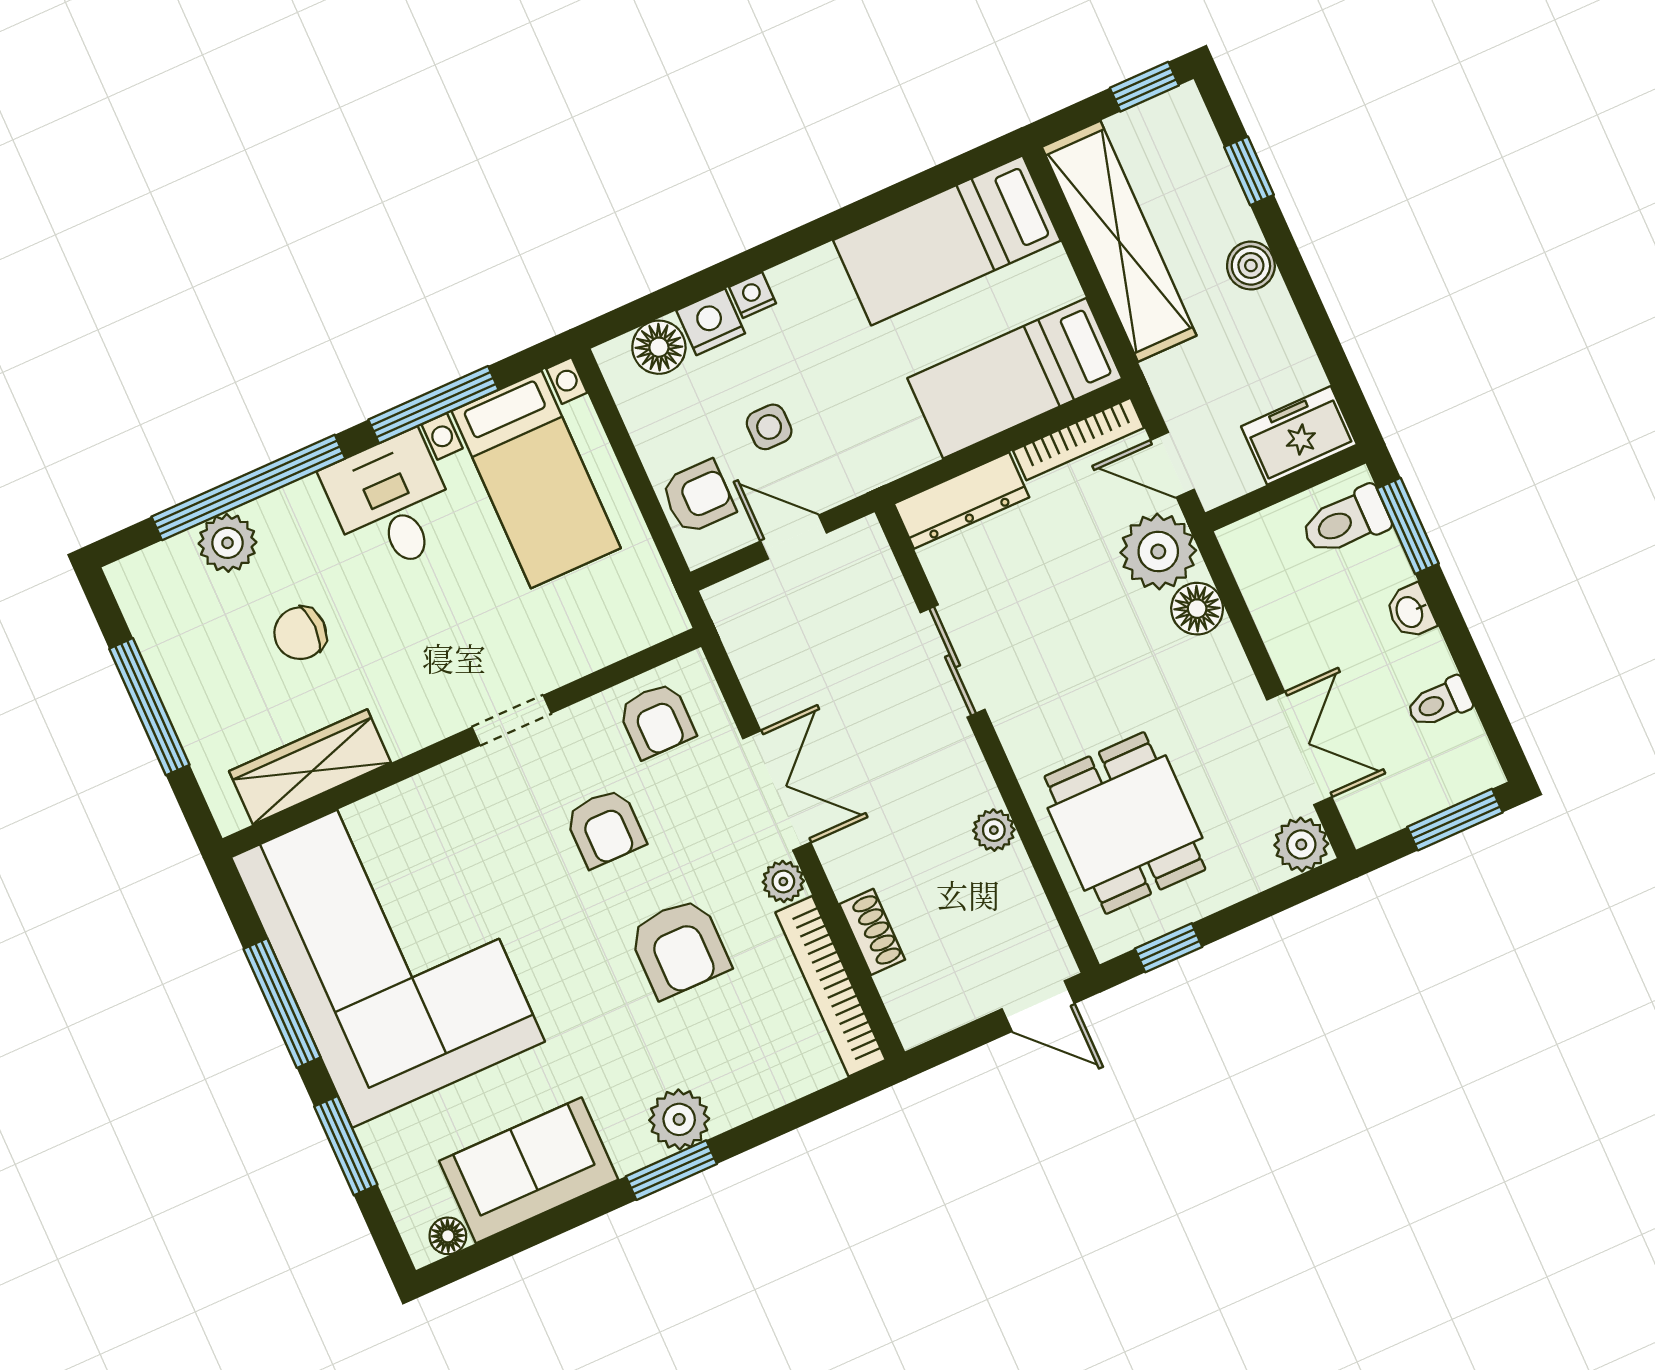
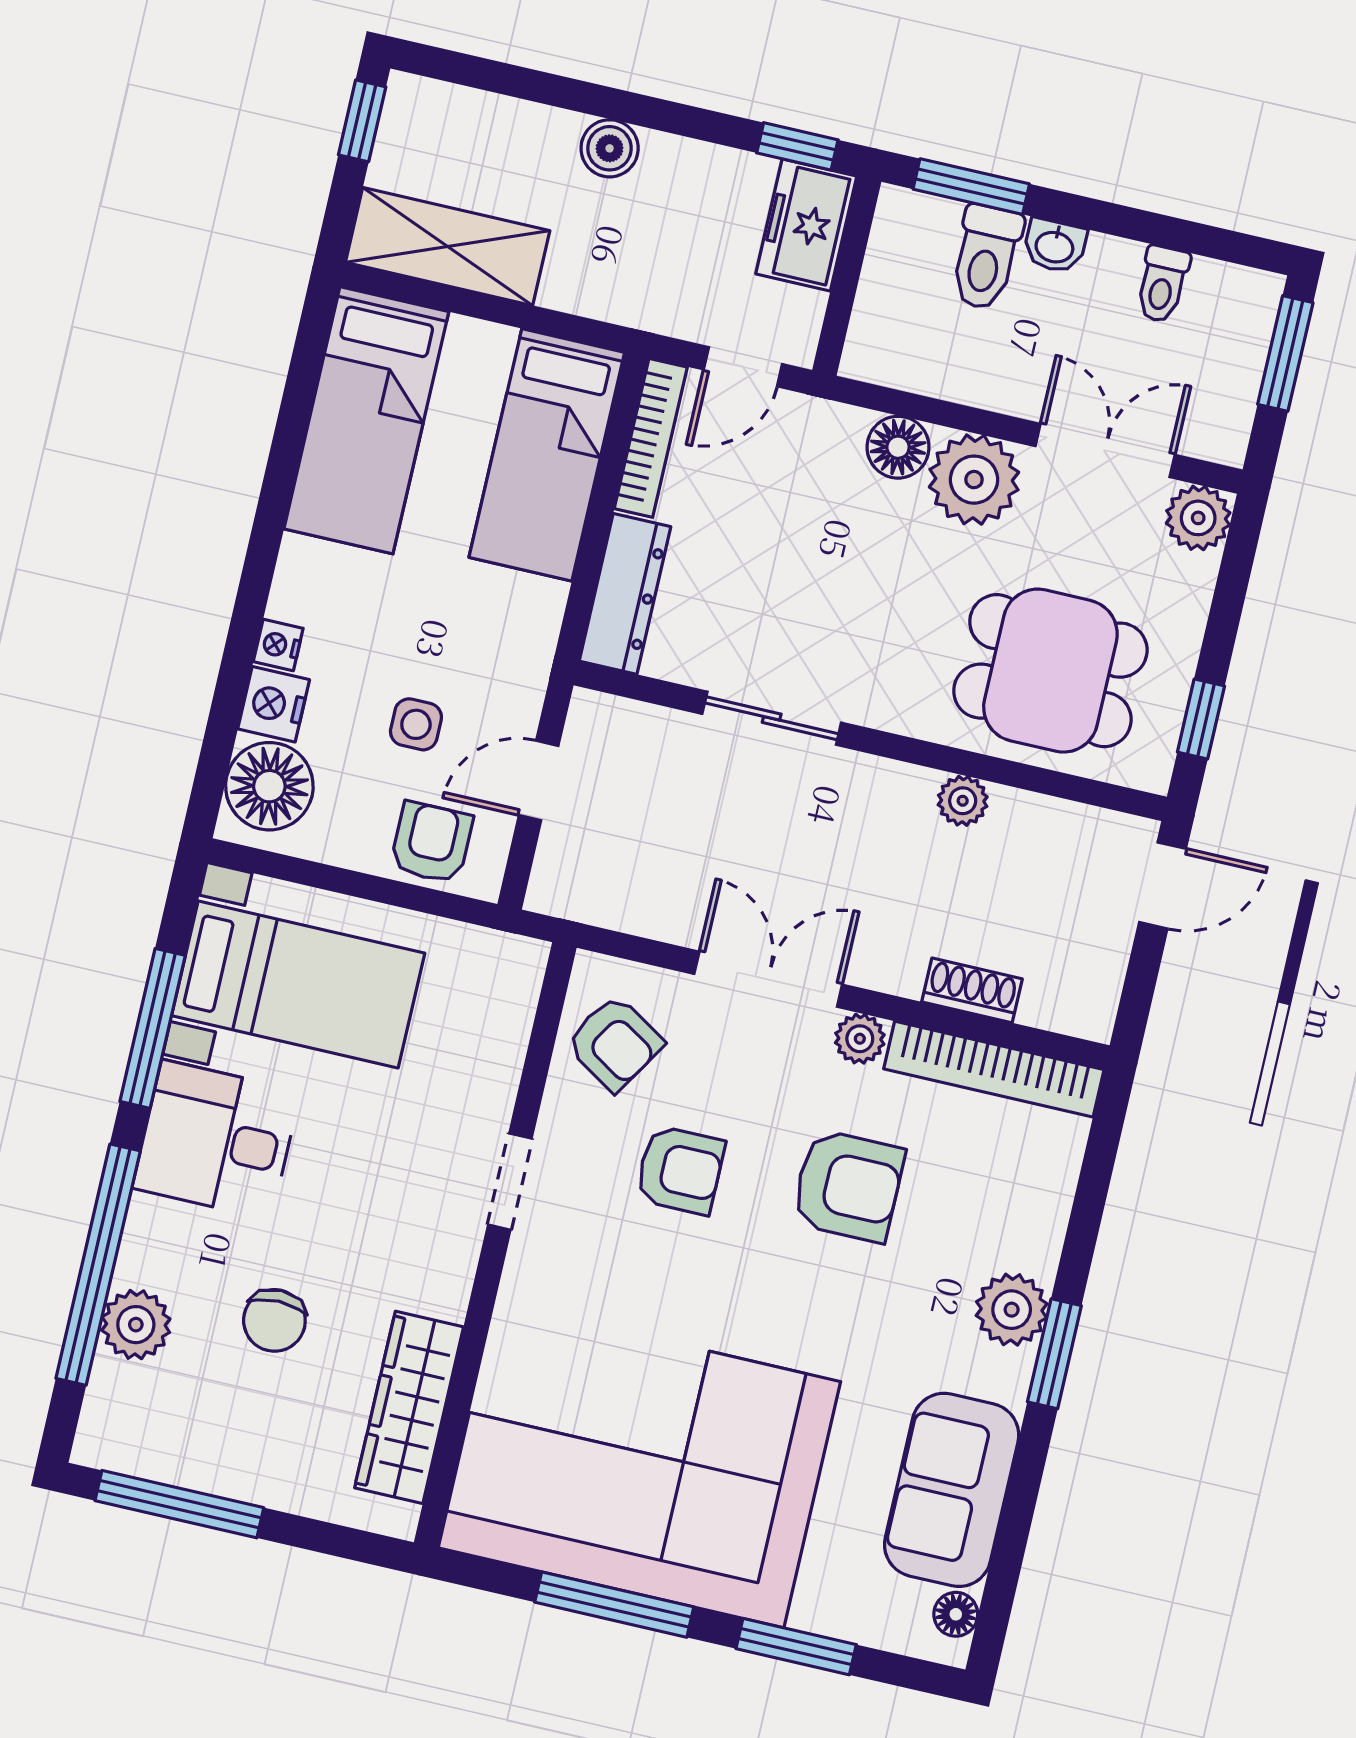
window: (1249, 171) -> (797, 146), moved
shelving: (1119, 241) -> (448, 246), width x0.68
floor lamp: (659, 347) -> (269, 786), width x1.38, depth x1.38
toilet: (1346, 521) -> (986, 257), moved
plant: (1158, 551) -> (974, 480), moved
window: (149, 707) -> (179, 1504), moved
armchair: (657, 720) -> (615, 1043), turned 32

